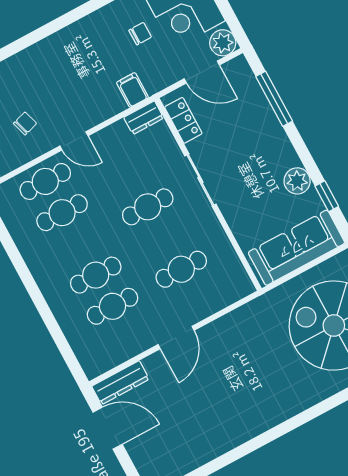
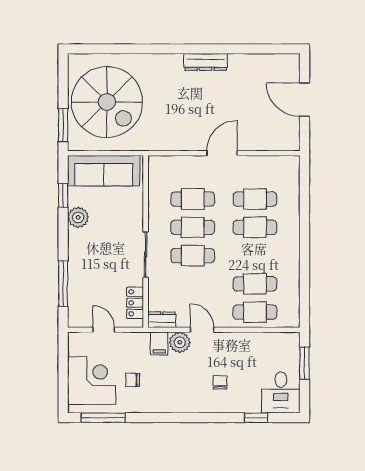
plant: (223, 43) -> (180, 342), moved
door: (202, 72) -> (104, 330), width x0.73
chair: (25, 123) -> (220, 382), moved, turned 107
door: (74, 141) -> (202, 330), moved
cafe table: (164, 238) -> (193, 227), added
dresser: (120, 383) -> (206, 62), moved, turned 180
door: (108, 428) -> (304, 100), moved

